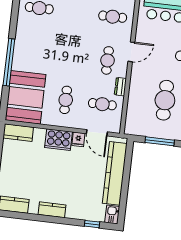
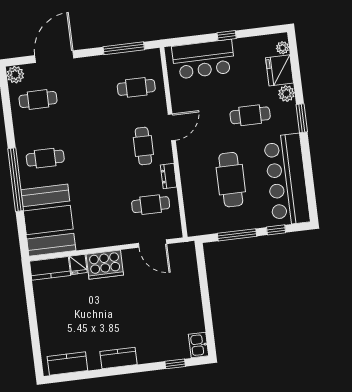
cafe table: (66, 100) -> (45, 158), moved, turned 90
fridge: (78, 139) -> (78, 264), moved
kitchen counter: (115, 173) -> (189, 291), removed

